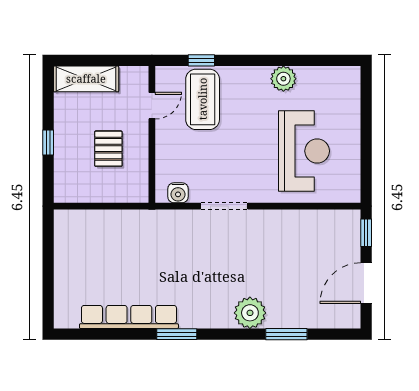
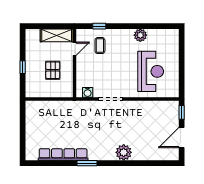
shelving: (86, 79) -> (57, 35), moved
coffee table: (203, 99) -> (100, 46), width x0.54, depth x0.58
window: (286, 334) -> (142, 163), removed

